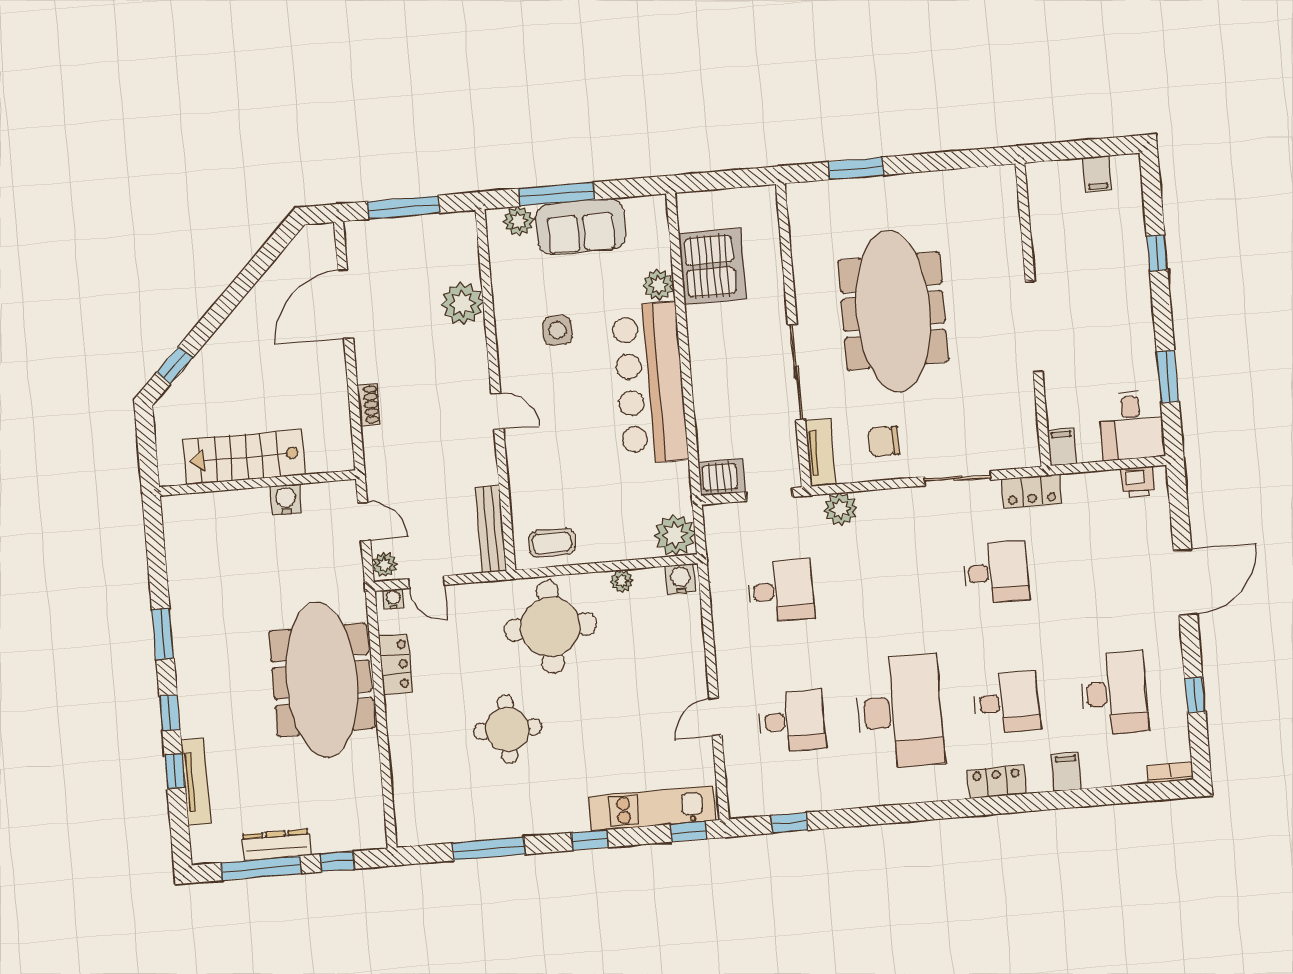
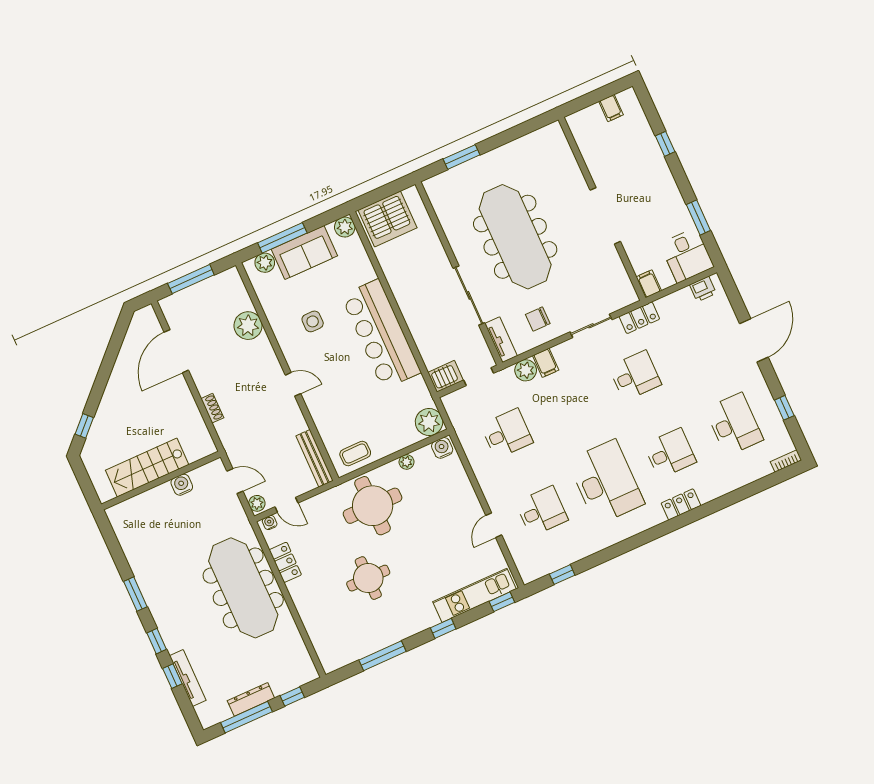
server rack: (712, 266) -> (388, 219), moved, turned 90
plant: (658, 285) -> (345, 227), moved
filing cabinet: (1067, 772) -> (546, 363), moved, turned 180

